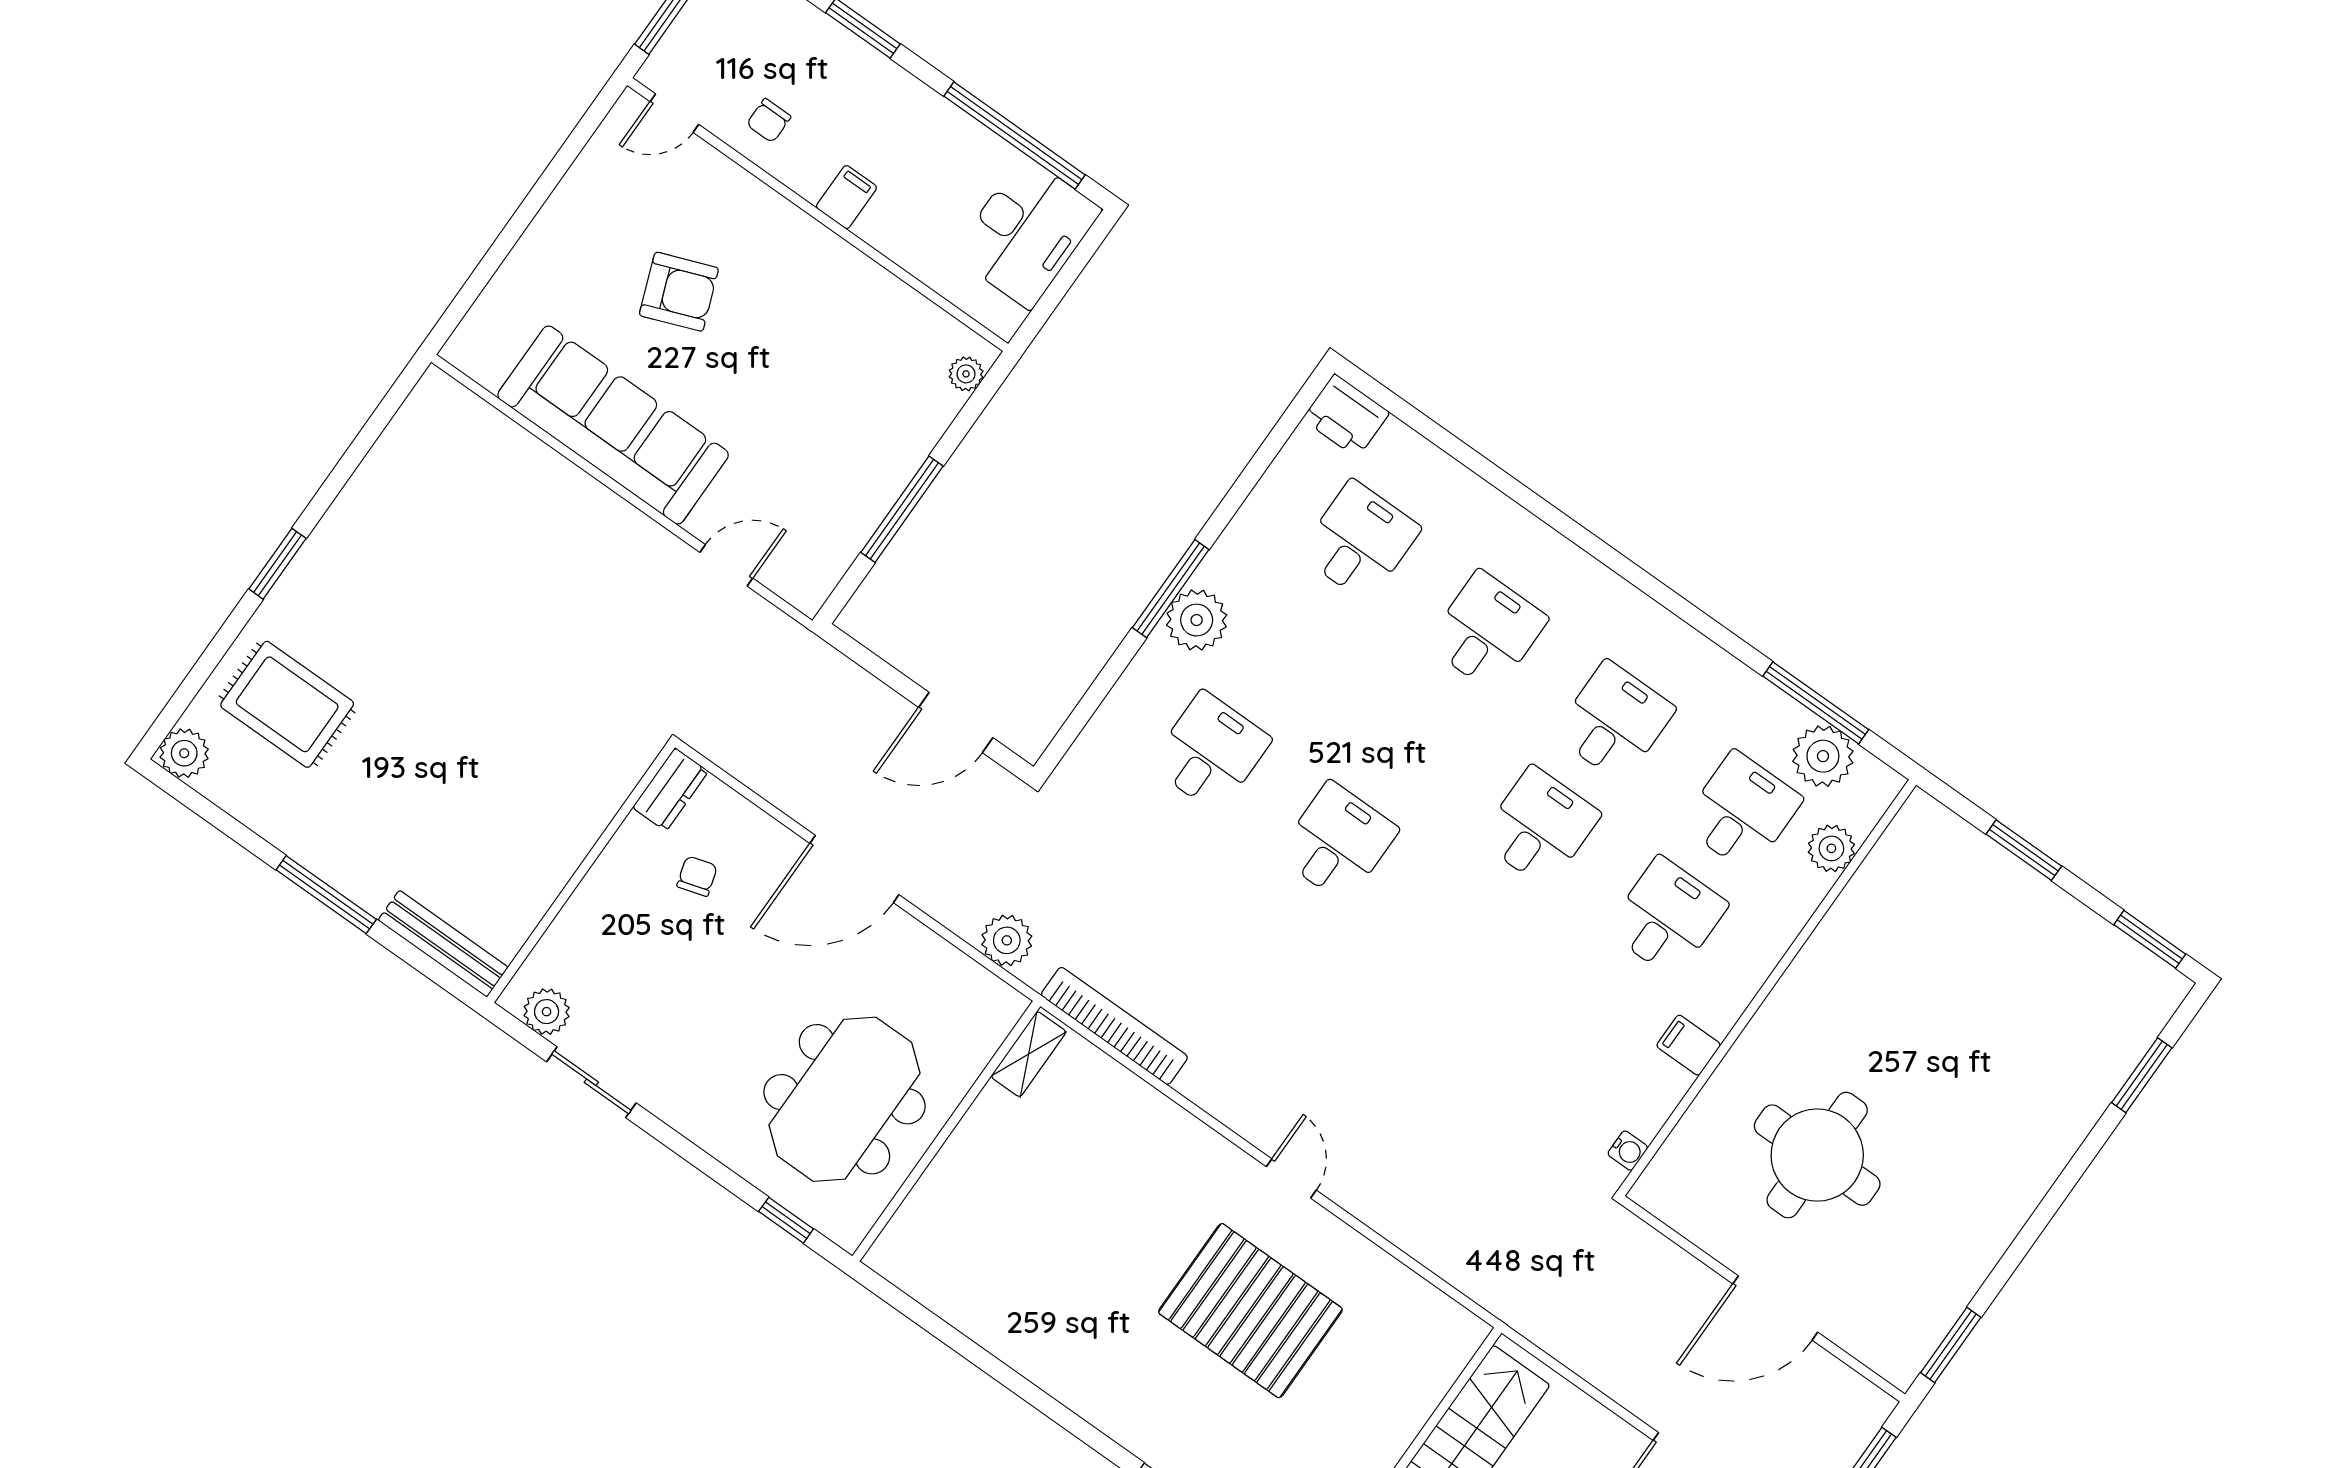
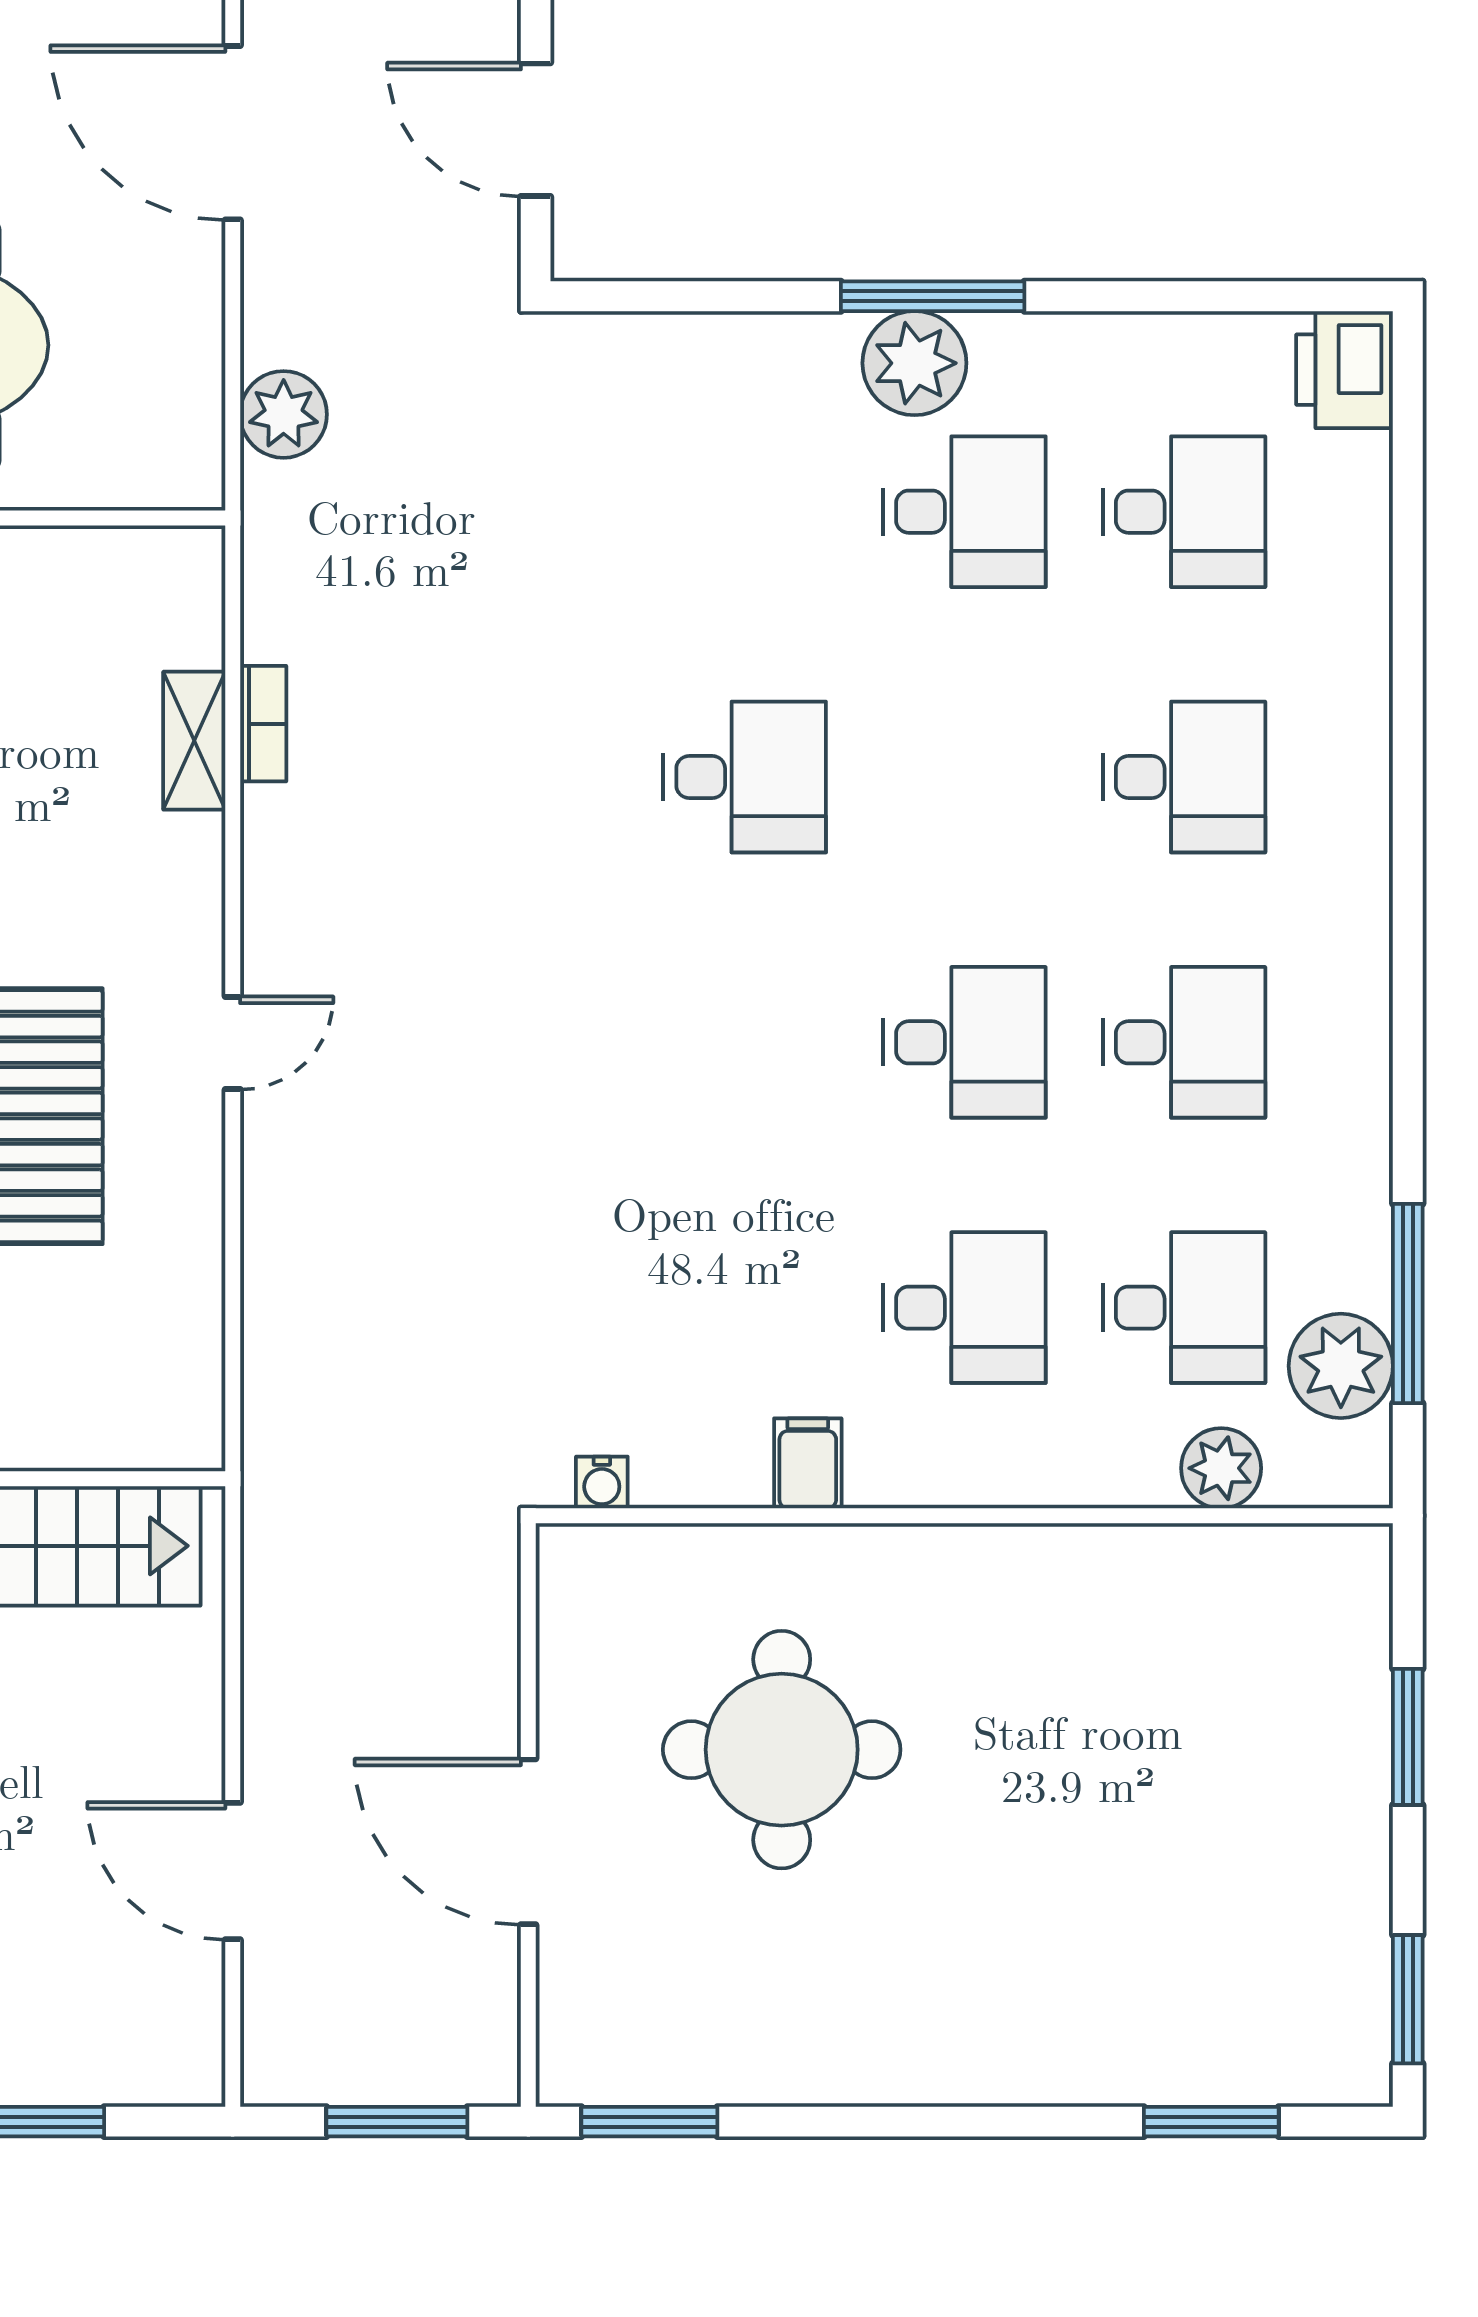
desk: (1210, 752) -> (964, 512), moved
bookcase: (1114, 1026) -> (263, 724), width x0.43, depth x0.76
shelving: (1029, 1054) -> (194, 741), moved, turned 90

